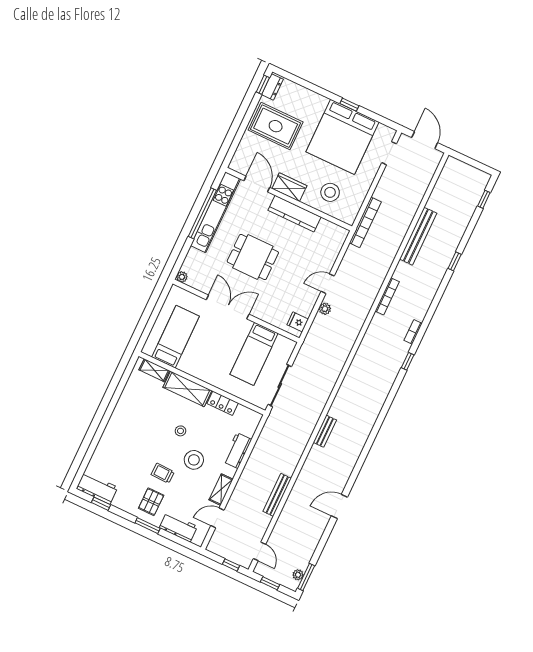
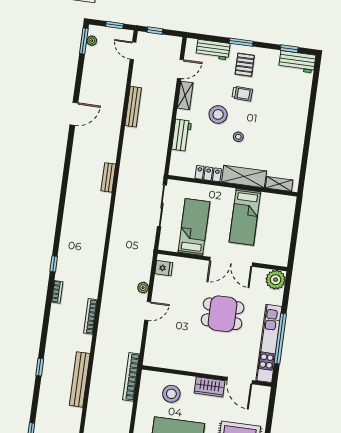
kitchen counter: (294, 214) -> (197, 365), removed
plant: (182, 277) -> (276, 280), width x1.87, depth x1.87
bed: (176, 337) -> (245, 217), moved

